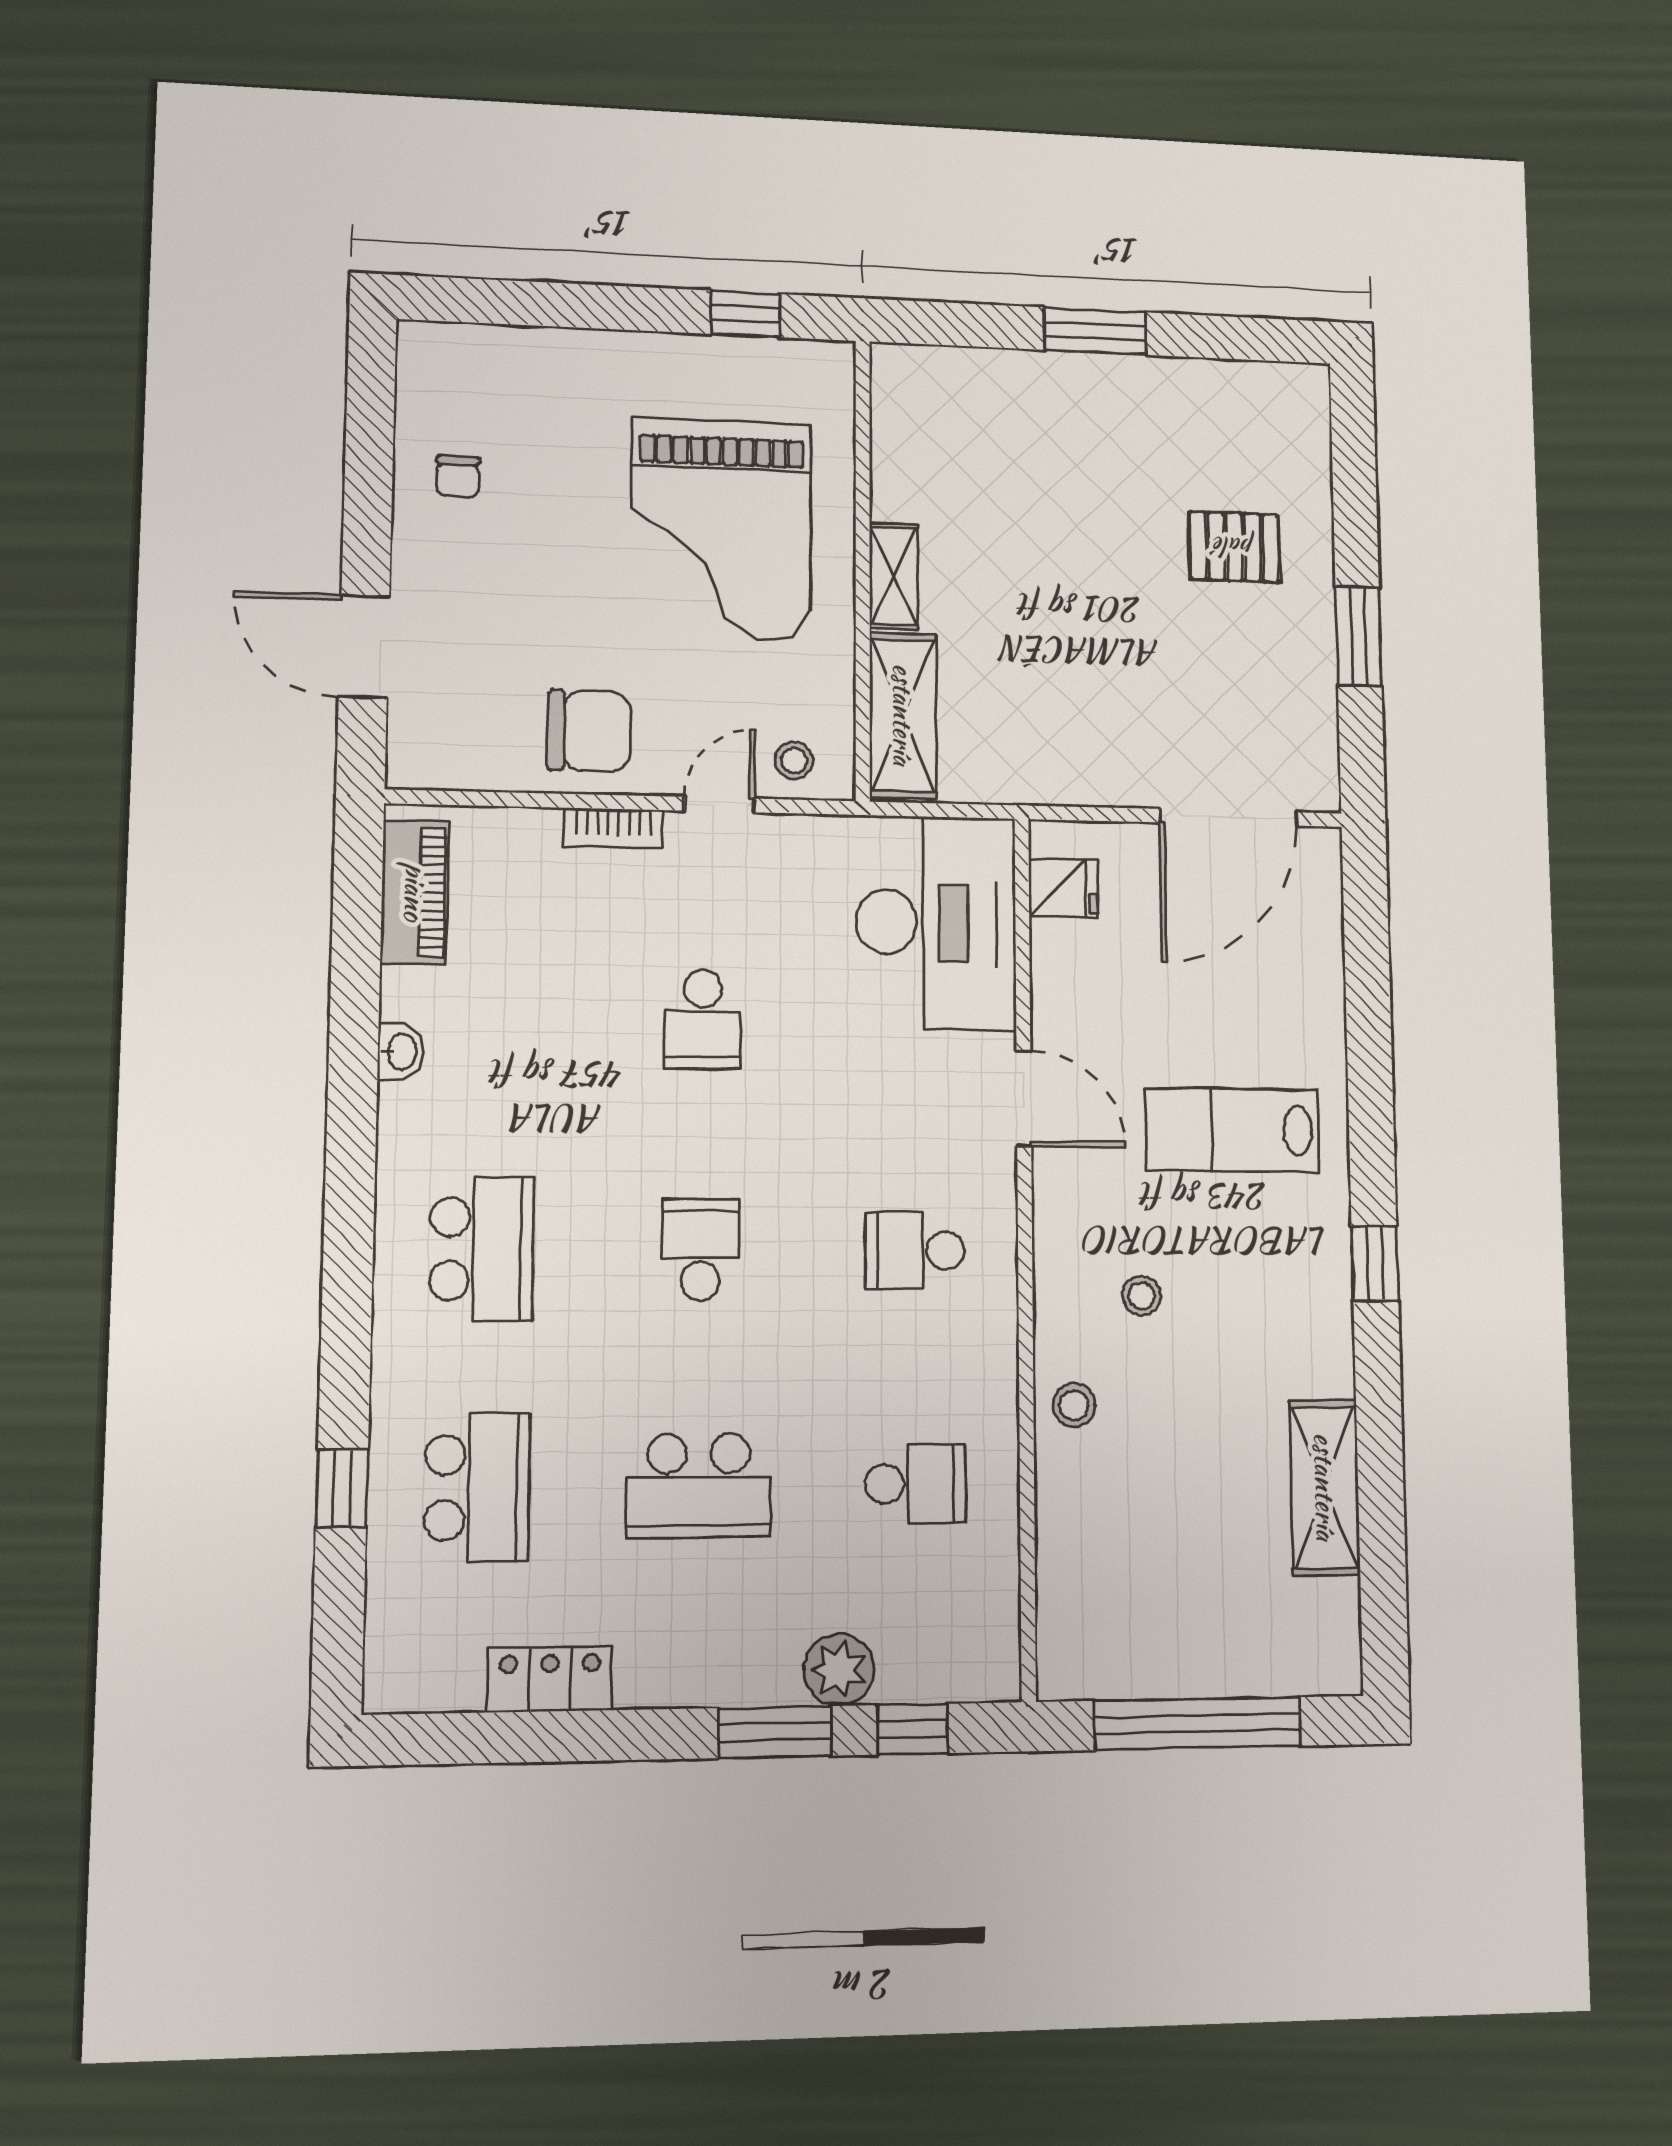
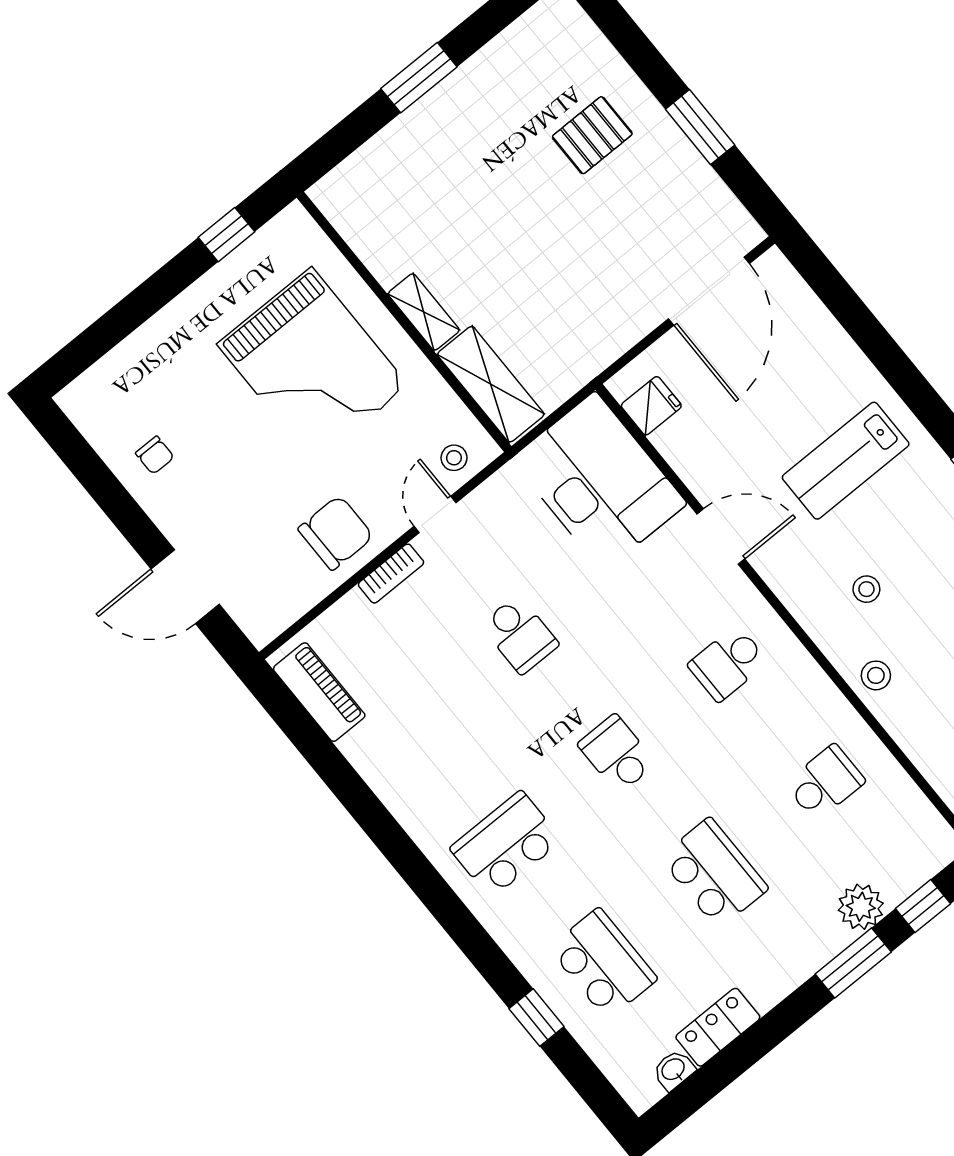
washbasin: (401, 1052) -> (674, 1070), moved, turned -90
school desk: (482, 1249) -> (506, 844), turned -90
school desk: (699, 1486) -> (714, 873), turned -90

